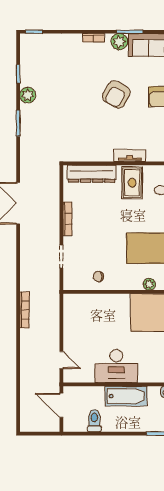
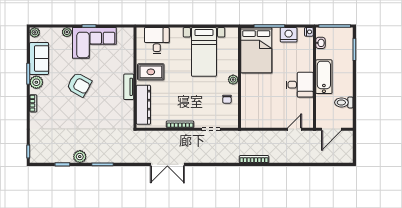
tv unit: (130, 155) -> (129, 87), moved
plant: (149, 284) -> (233, 80), moved
desk: (116, 366) -> (300, 85), width x0.73

